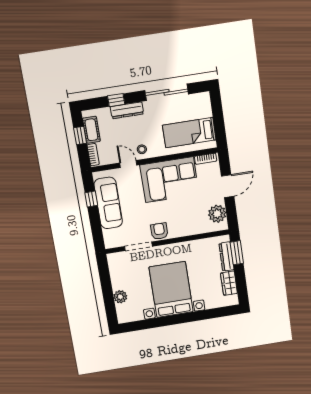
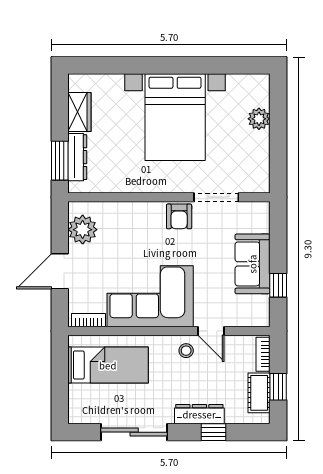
sofa: (108, 203) -> (252, 264), width x0.73

